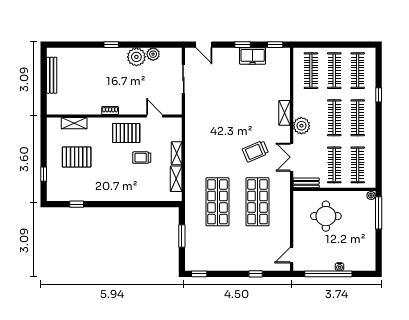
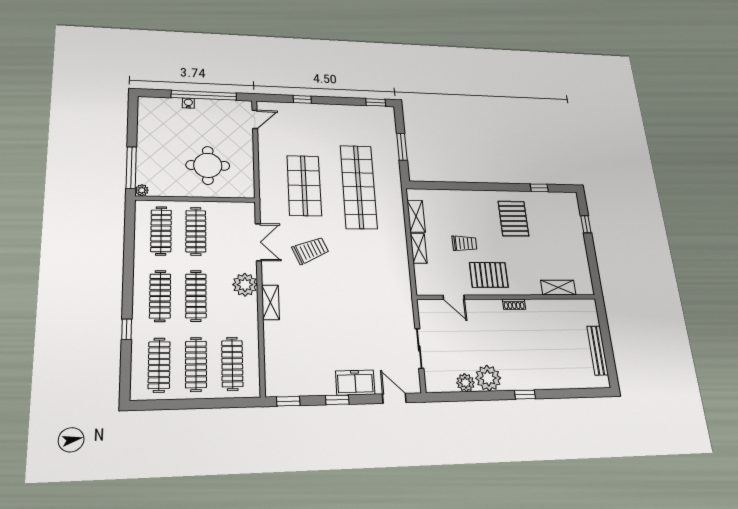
freezer: (253, 56) -> (355, 383), moved
pallet: (77, 157) -> (513, 219), moved, turned 90
bench: (306, 183) -> (237, 208), removed
shop shelf: (217, 202) -> (359, 187), width x1.40

